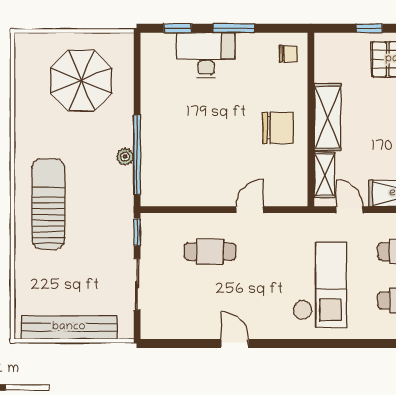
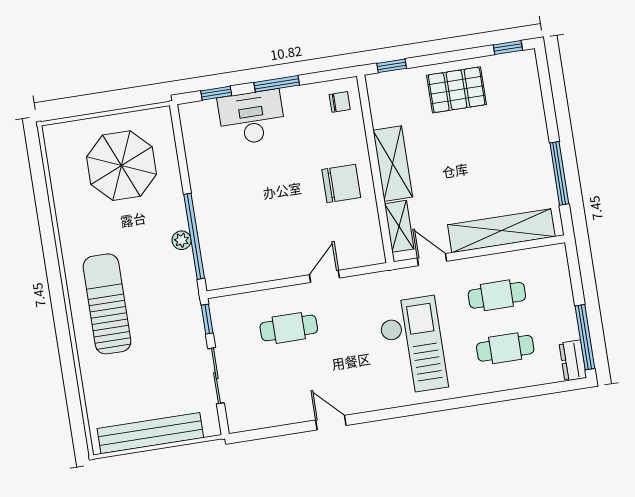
window: (369, 28) -> (392, 66), moved

